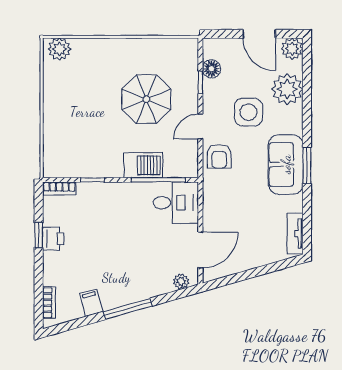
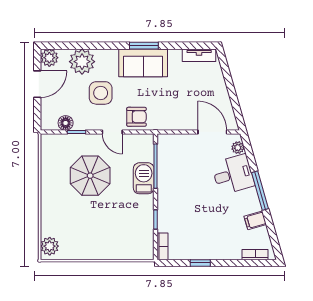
desk: (176, 203) -> (233, 174), moved, turned 74
printer: (53, 239) -> (203, 251), removed

